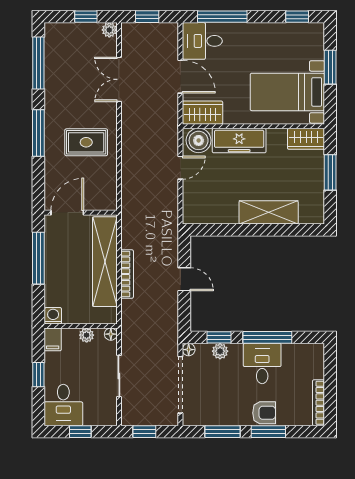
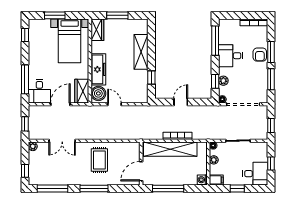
window: (86, 17) -> (25, 171), moved
door: (67, 213) -> (141, 171), hinge flipped
window: (225, 230) -> (151, 78), added
window: (267, 337) -> (215, 41), moved
armchair: (264, 413) -> (260, 55), turned 180

